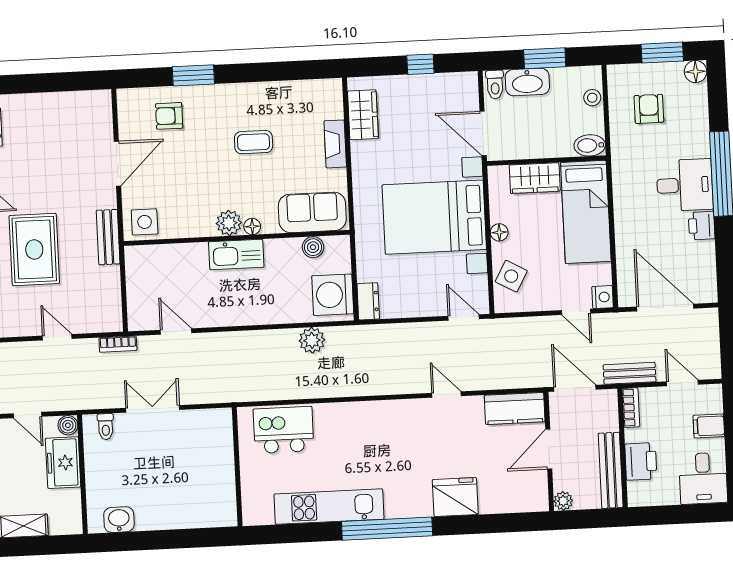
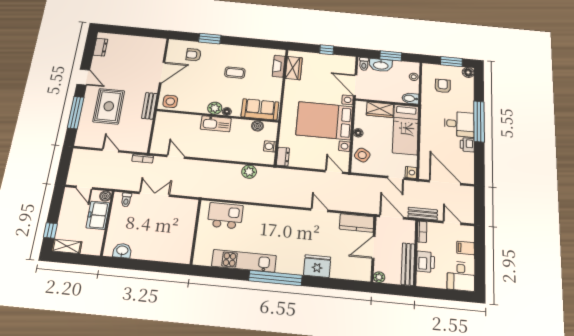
fireplace: (335, 144) -> (279, 66), moved
washing machine: (333, 295) -> (270, 146), width x0.53, depth x0.53

